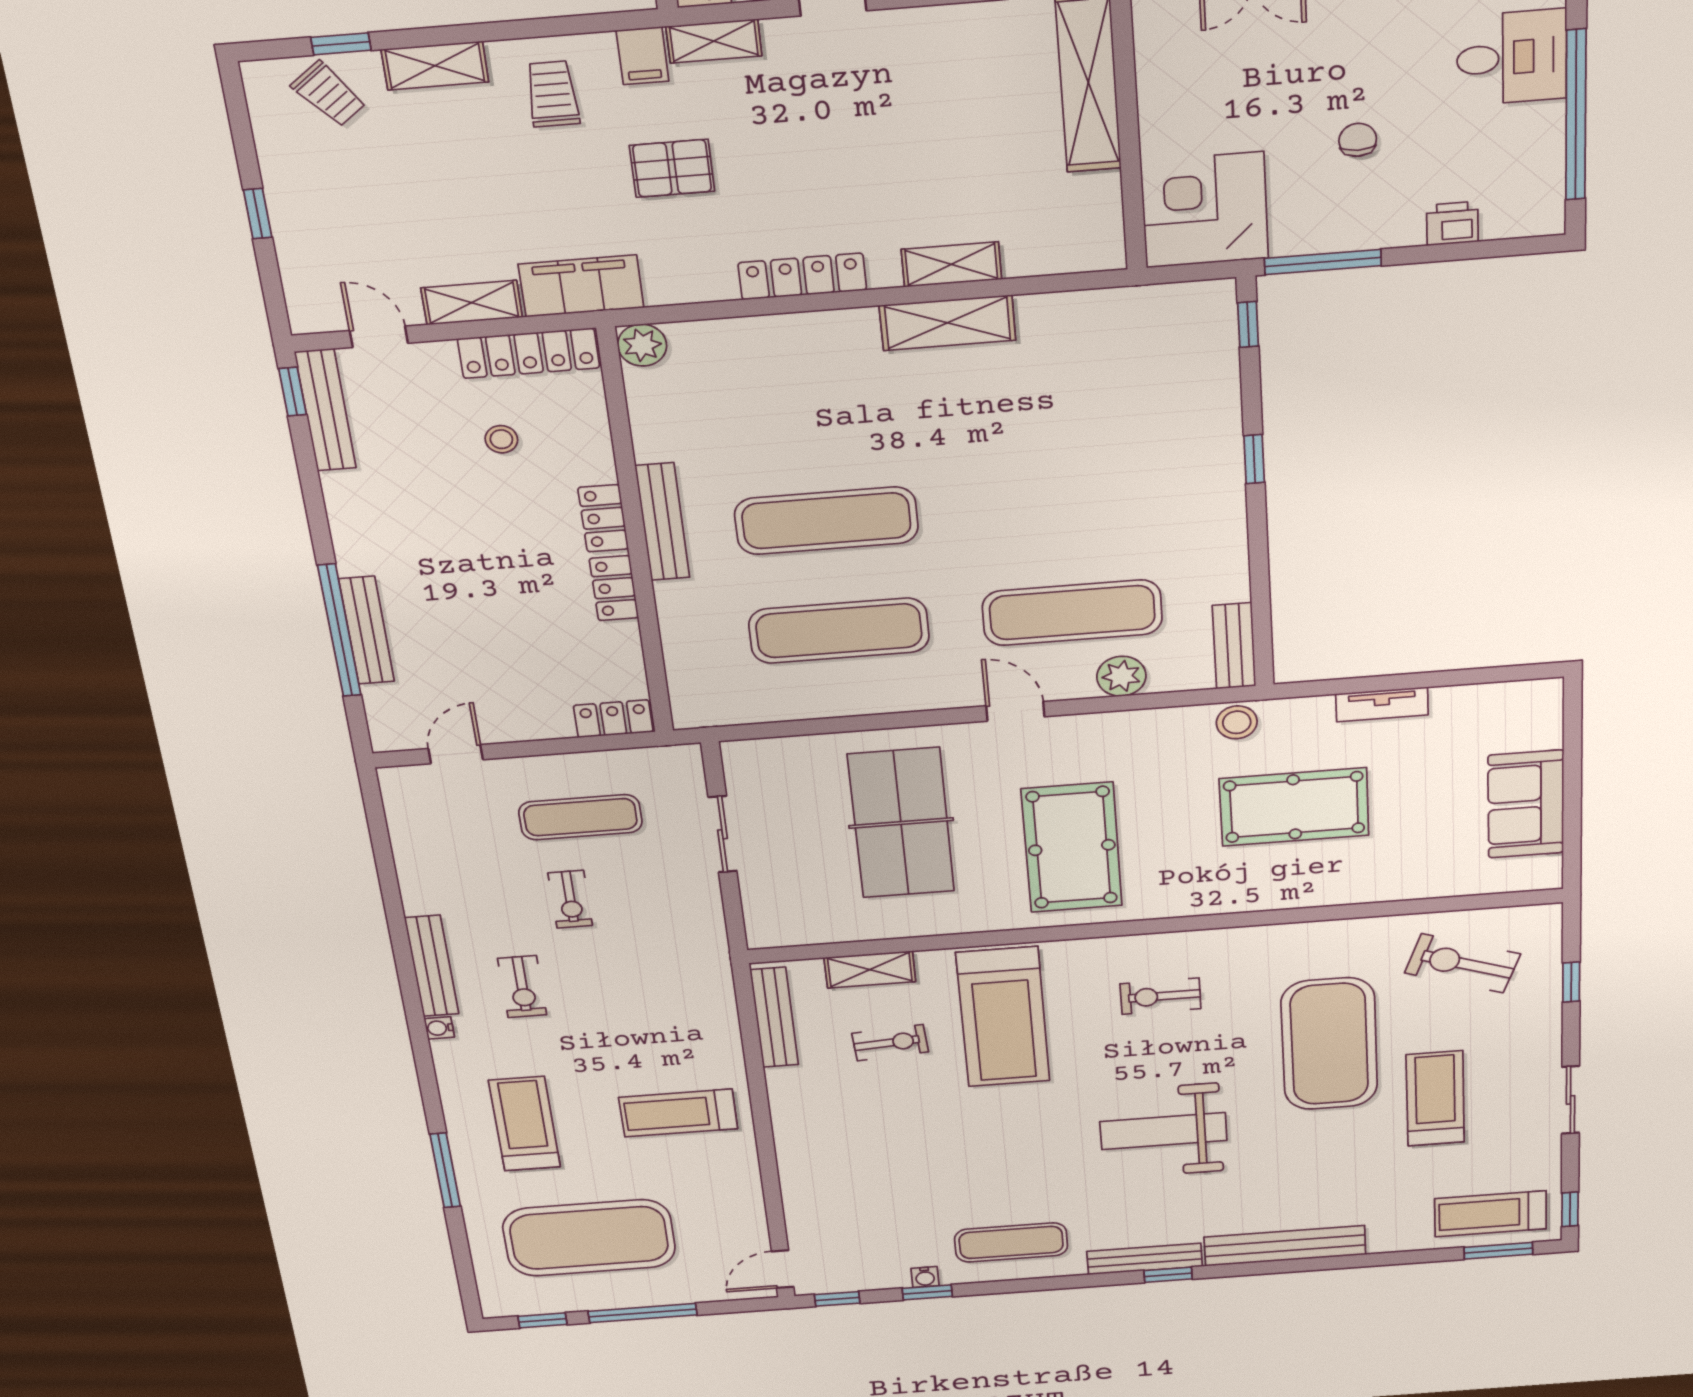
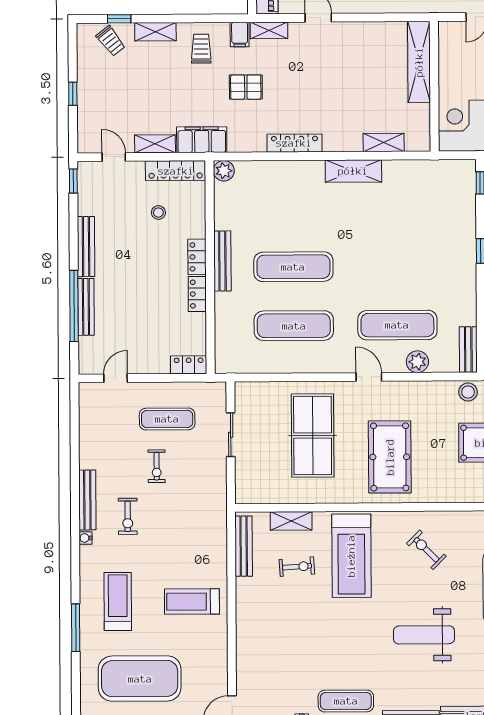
shelving: (951, 264) -> (384, 143), moved
bench: (325, 410) -> (86, 247), moved
exercise bike: (1161, 996) -> (426, 550), turned 45

